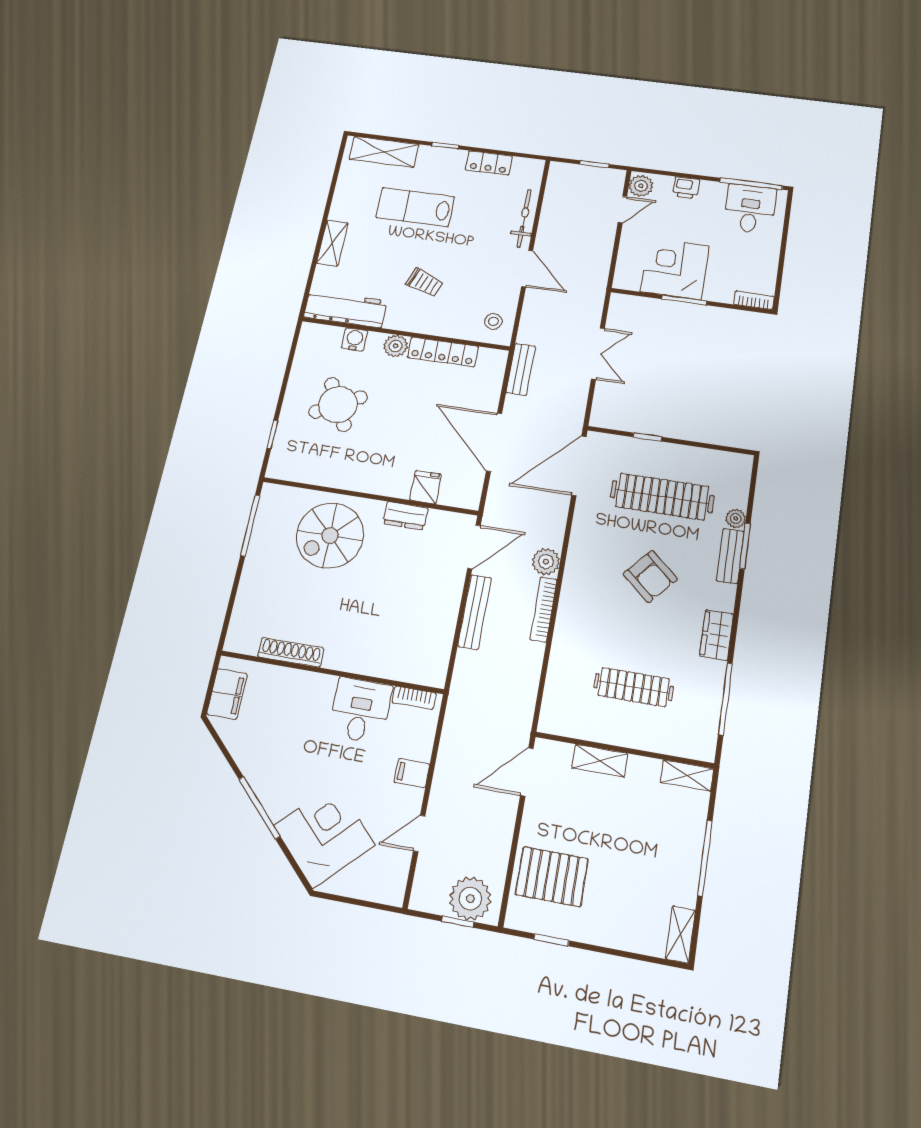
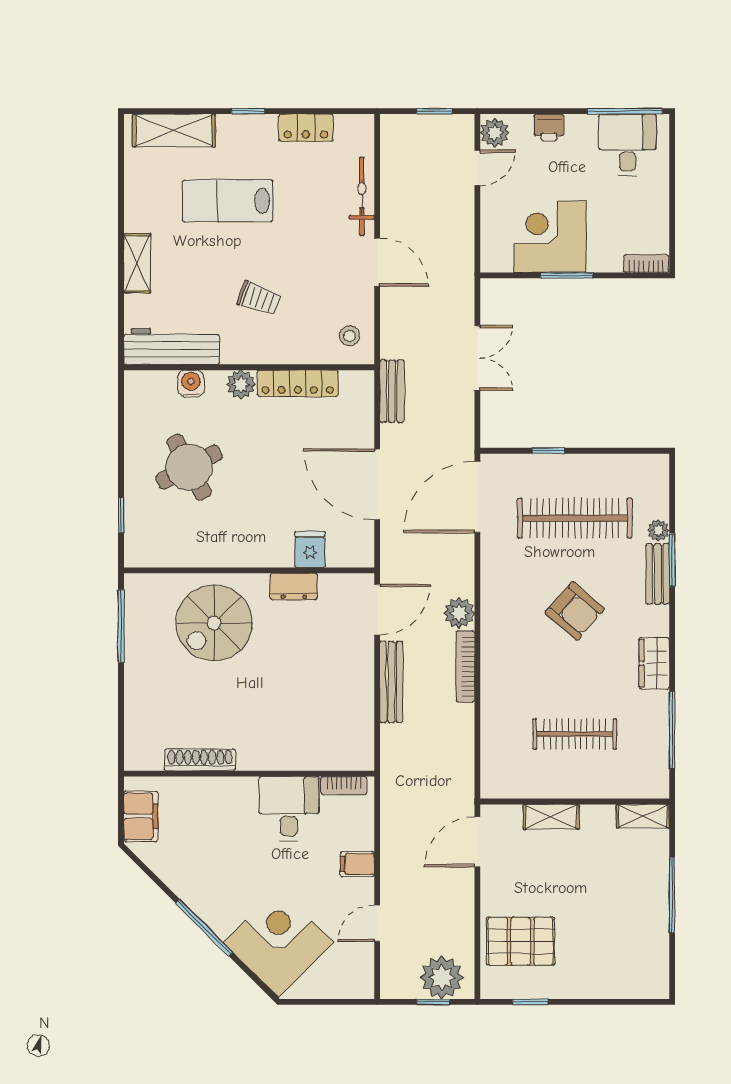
shelving: (680, 934) -> (658, 973), removed

